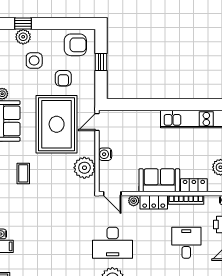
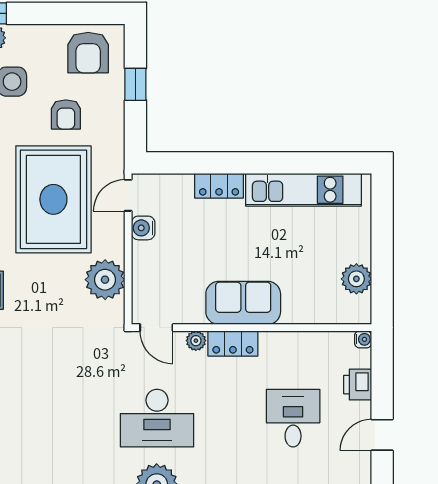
armchair: (75, 45) -> (88, 53), turned 90
water cooler: (105, 154) -> (143, 228), moved
locker: (194, 185) -> (219, 186), moved, turned 180
bookcase: (186, 200) -> (293, 339), removed

